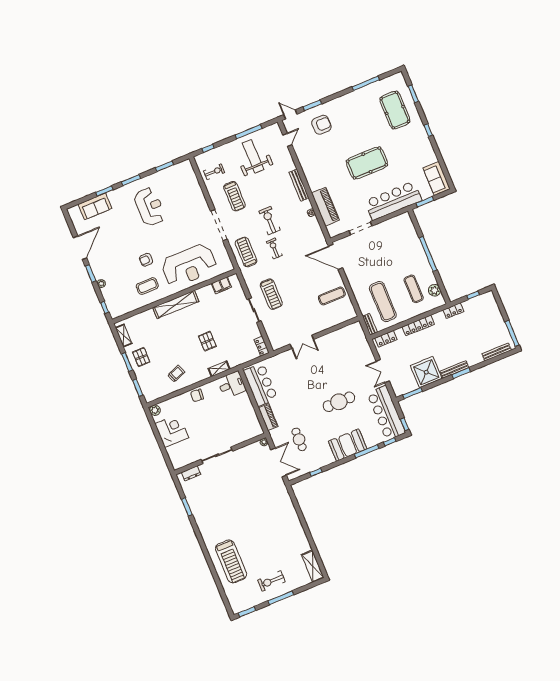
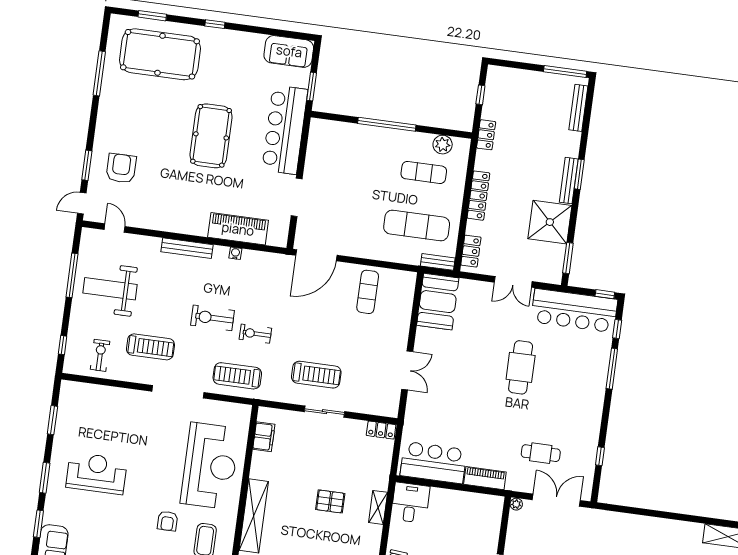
pool table: (395, 110) -> (160, 54), width x1.36, depth x1.32
booth: (348, 445) -> (438, 302), moved

